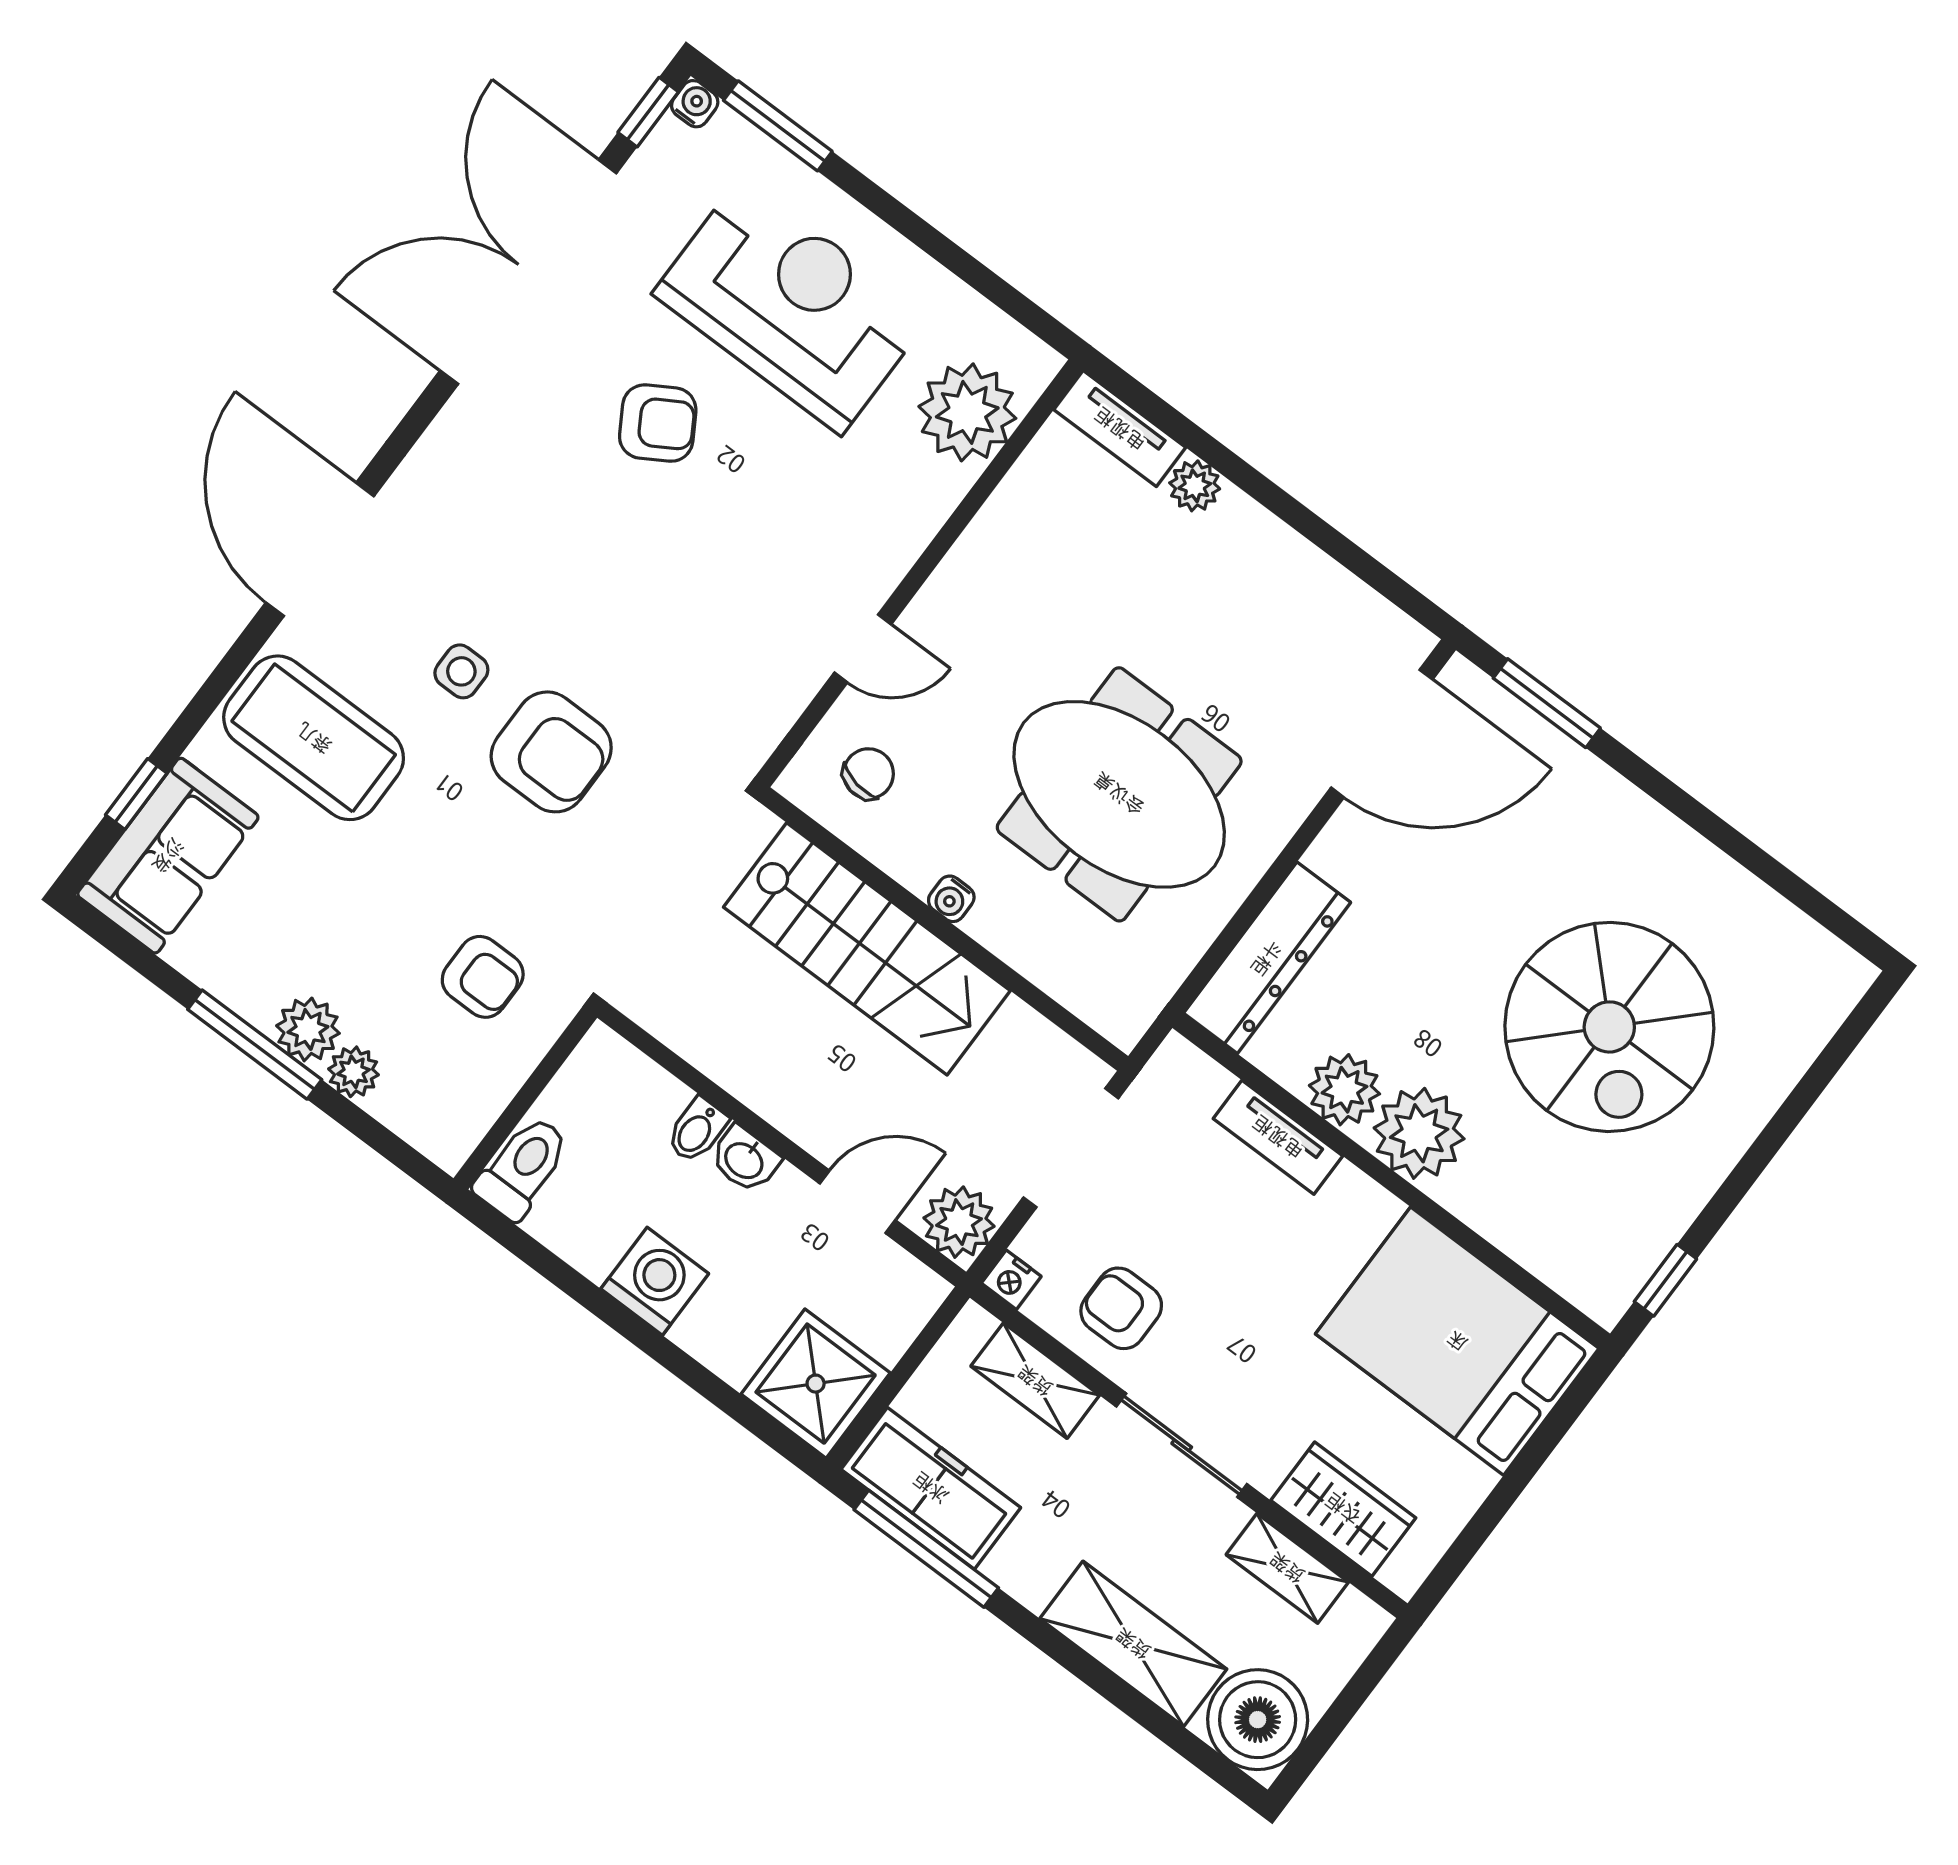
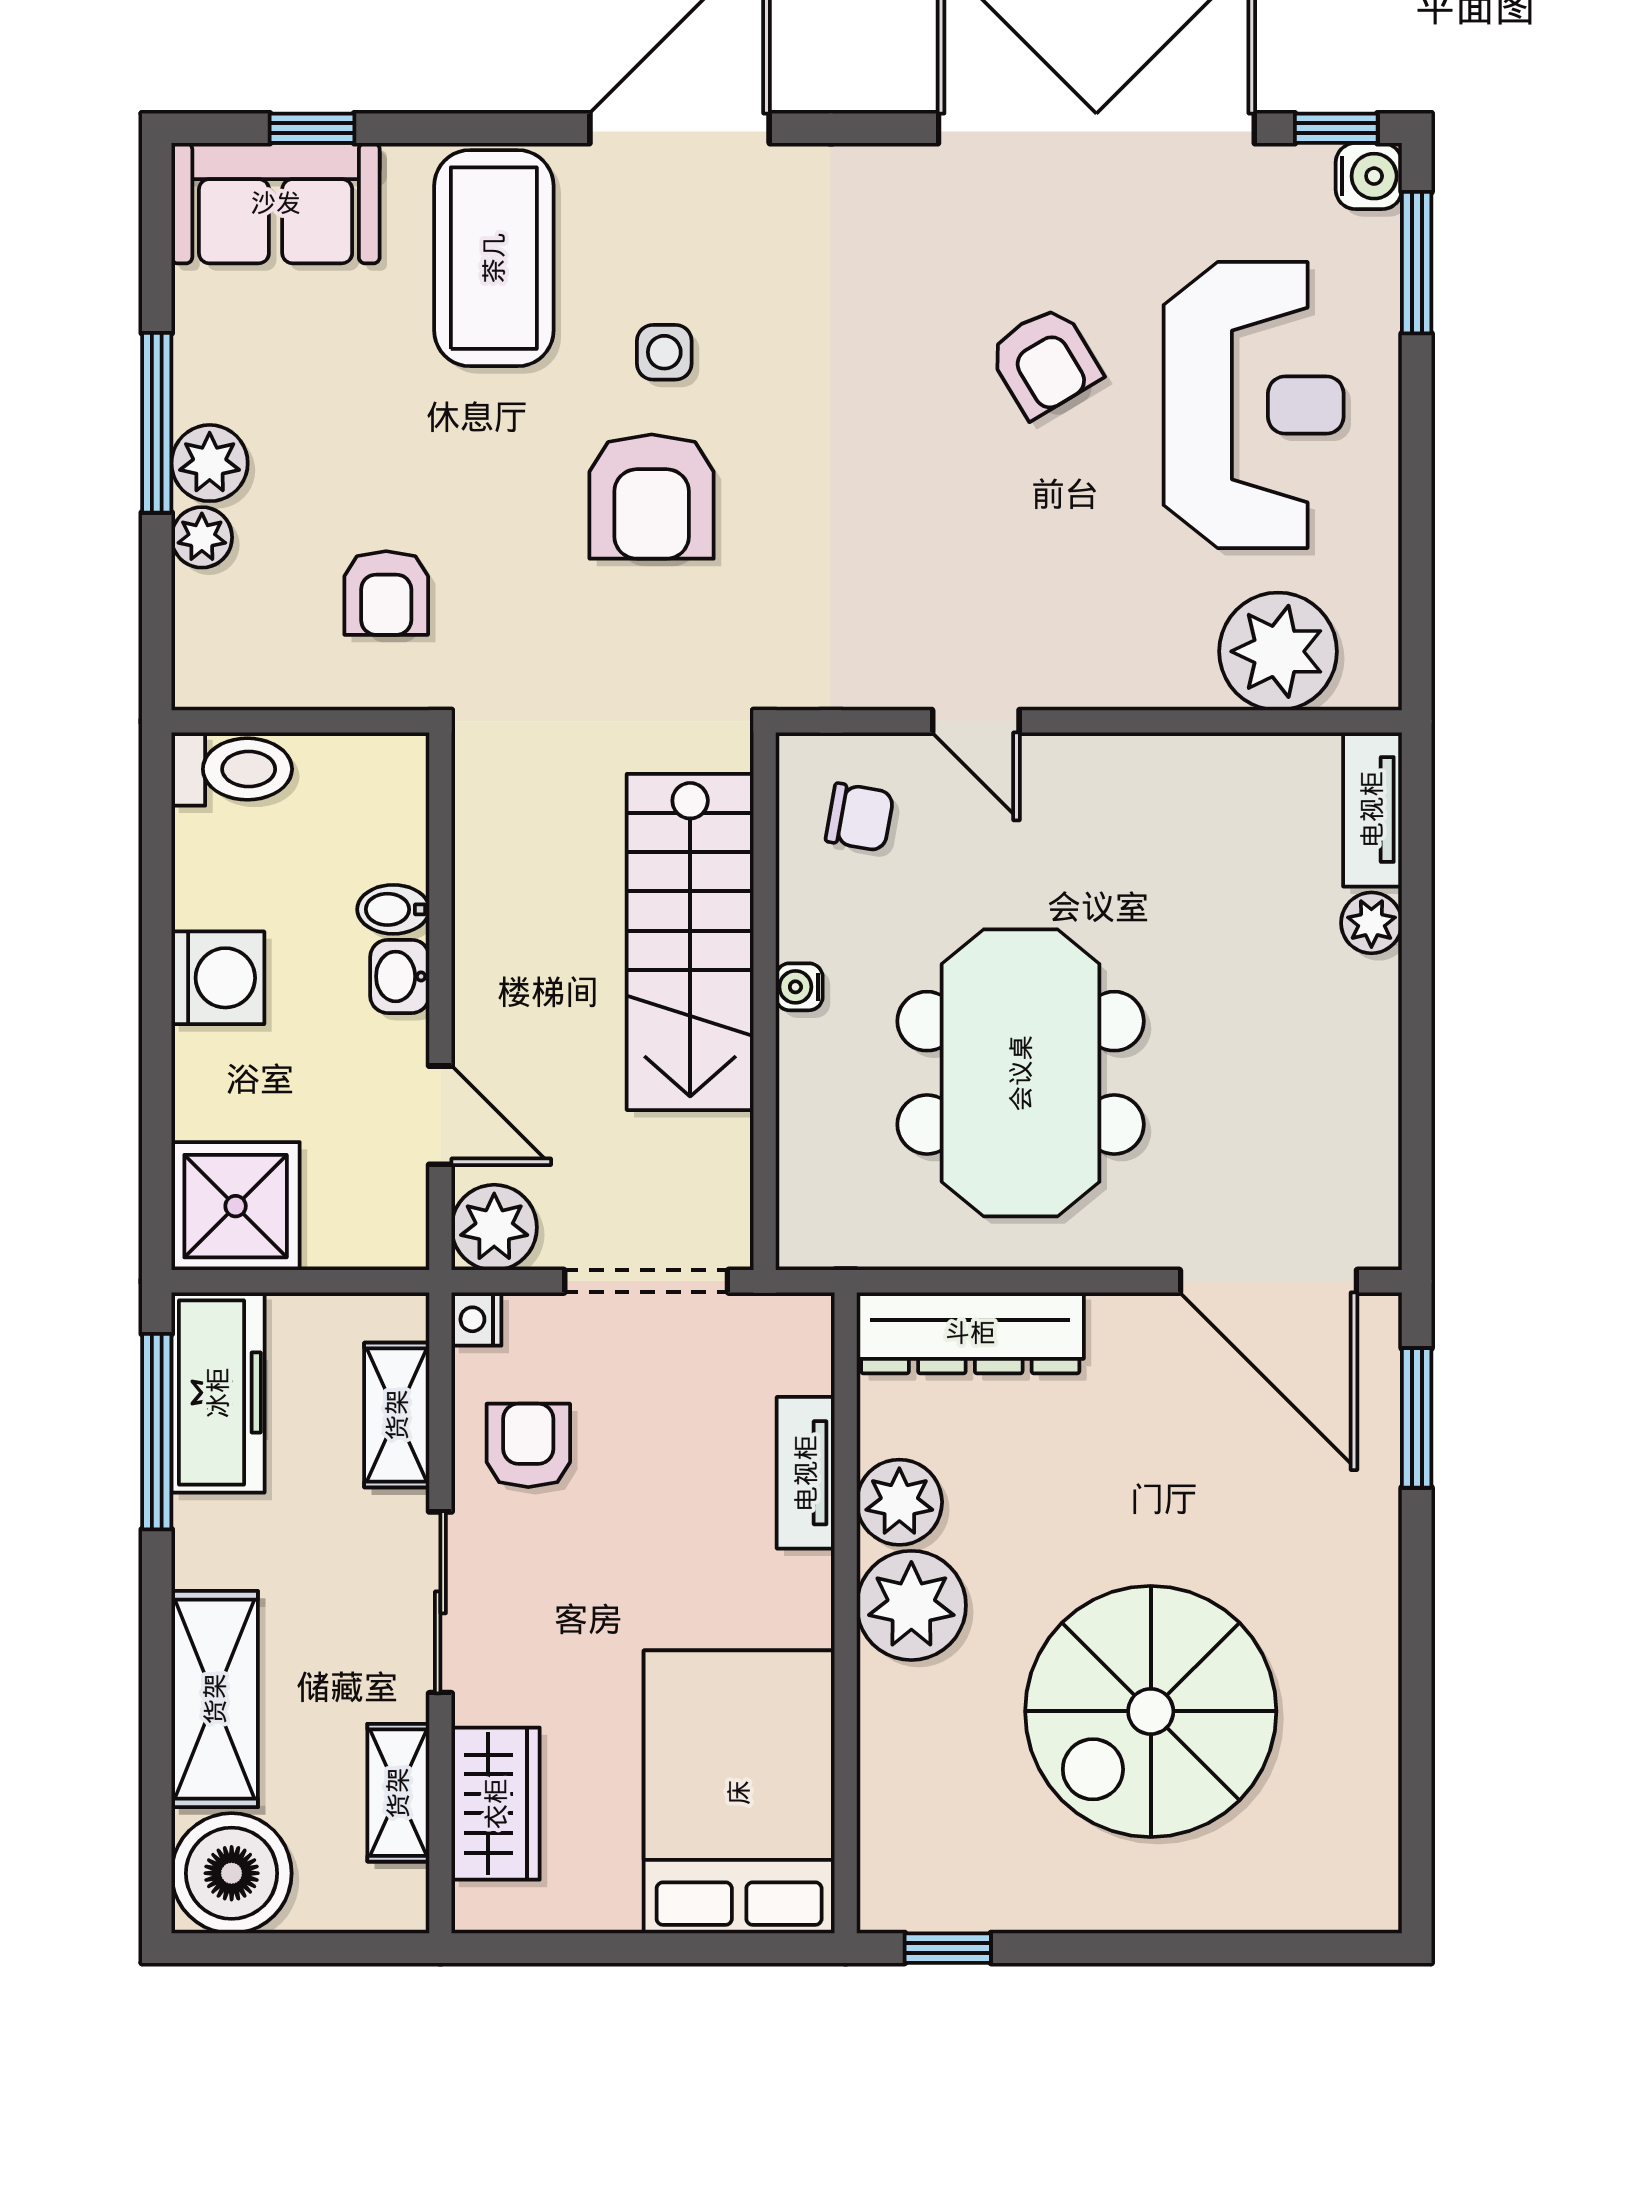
water cooler: (695, 104) -> (1369, 176), width x1.38, depth x1.38

